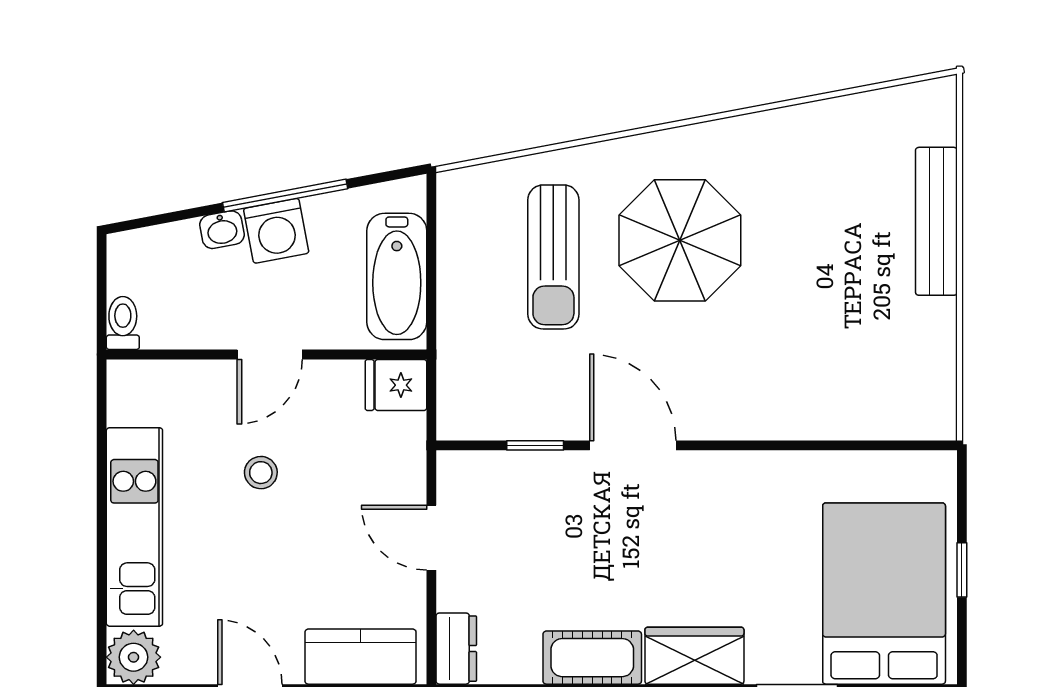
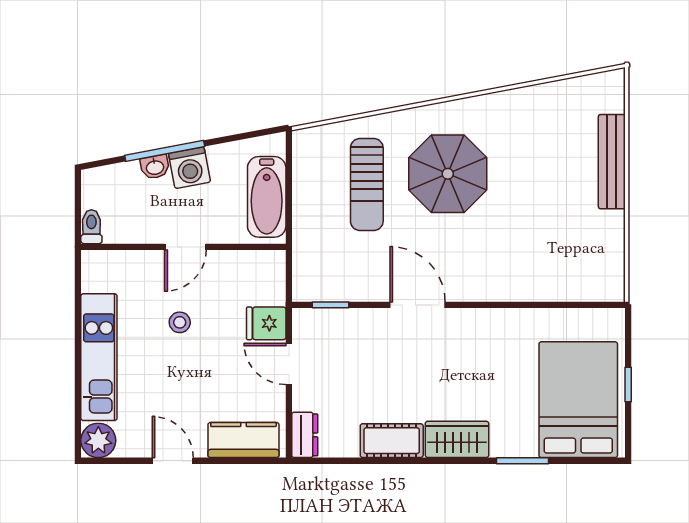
window: (285, 196) -> (165, 151), moved
fridge: (396, 385) -> (266, 323), moved
window: (535, 445) -> (331, 305), moved

